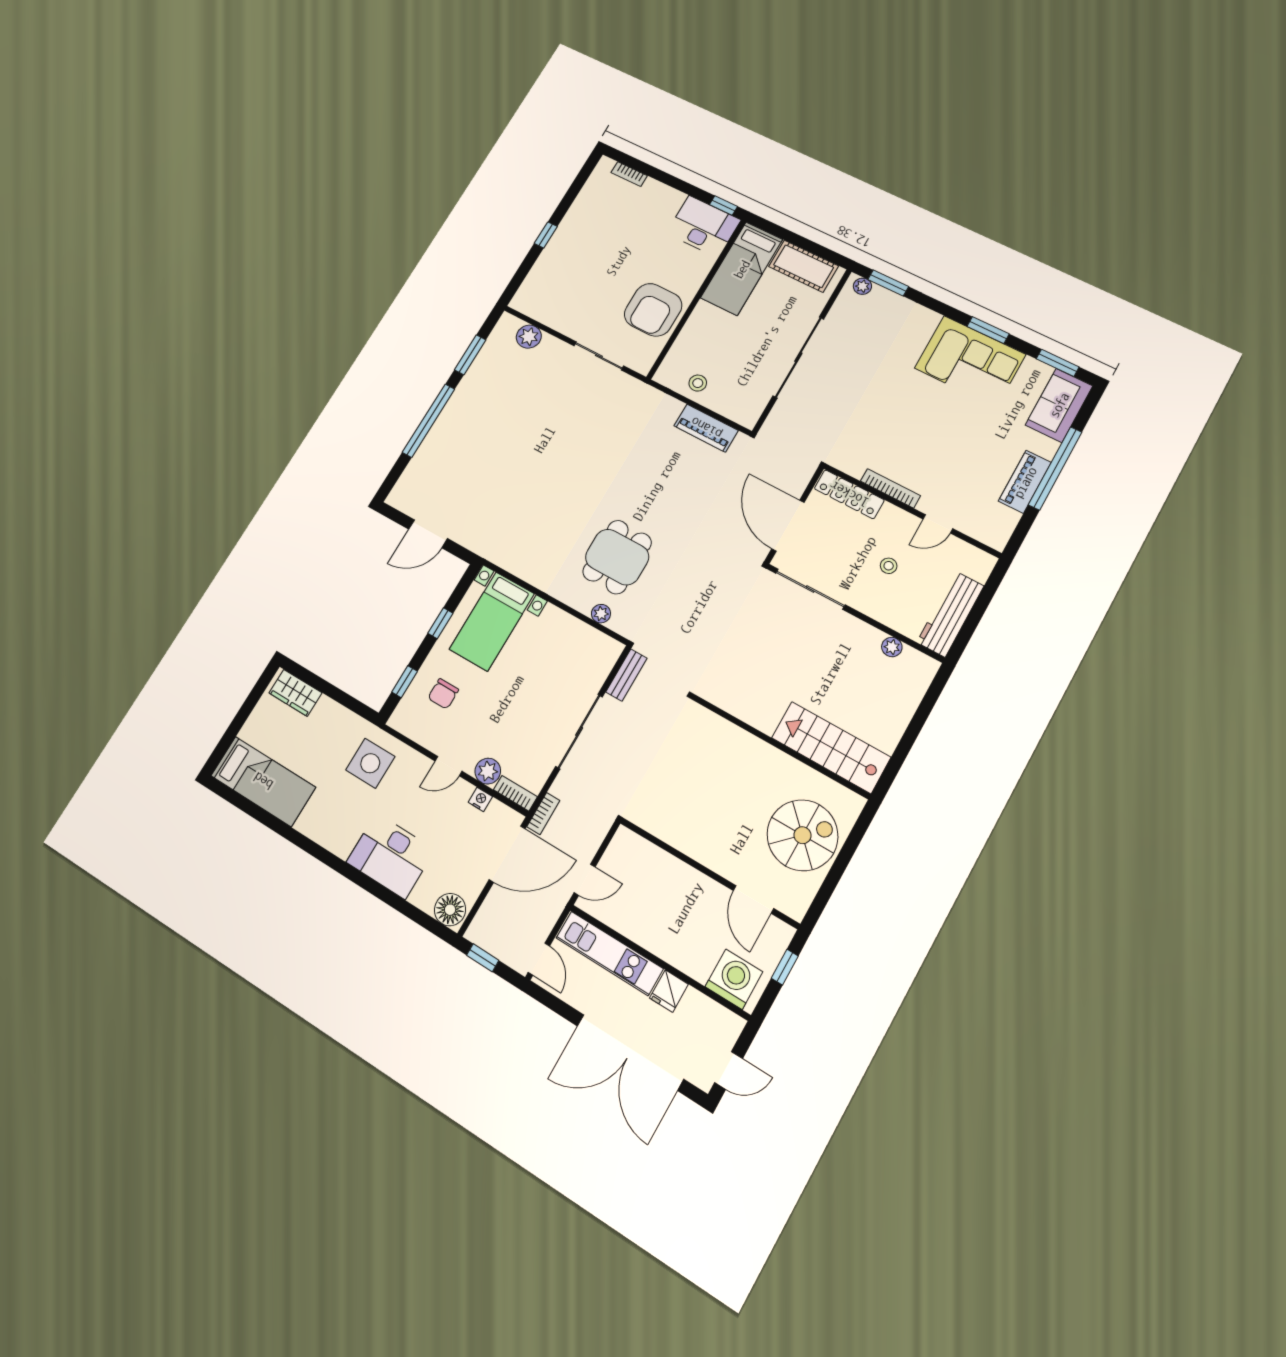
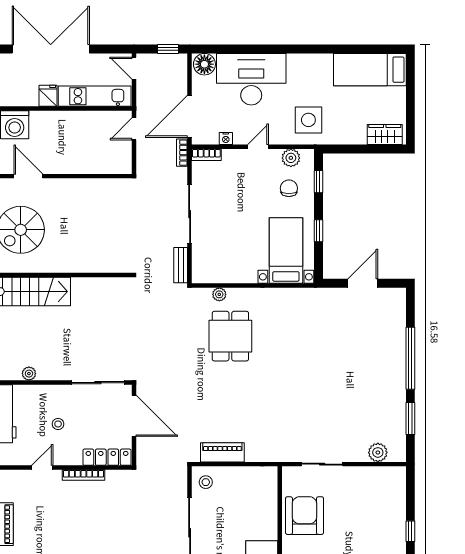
stool: (698, 383) -> (206, 482), moved
plant: (488, 771) -> (291, 158), moved
desk: (391, 856) -> (251, 79), width x1.36, depth x1.30

